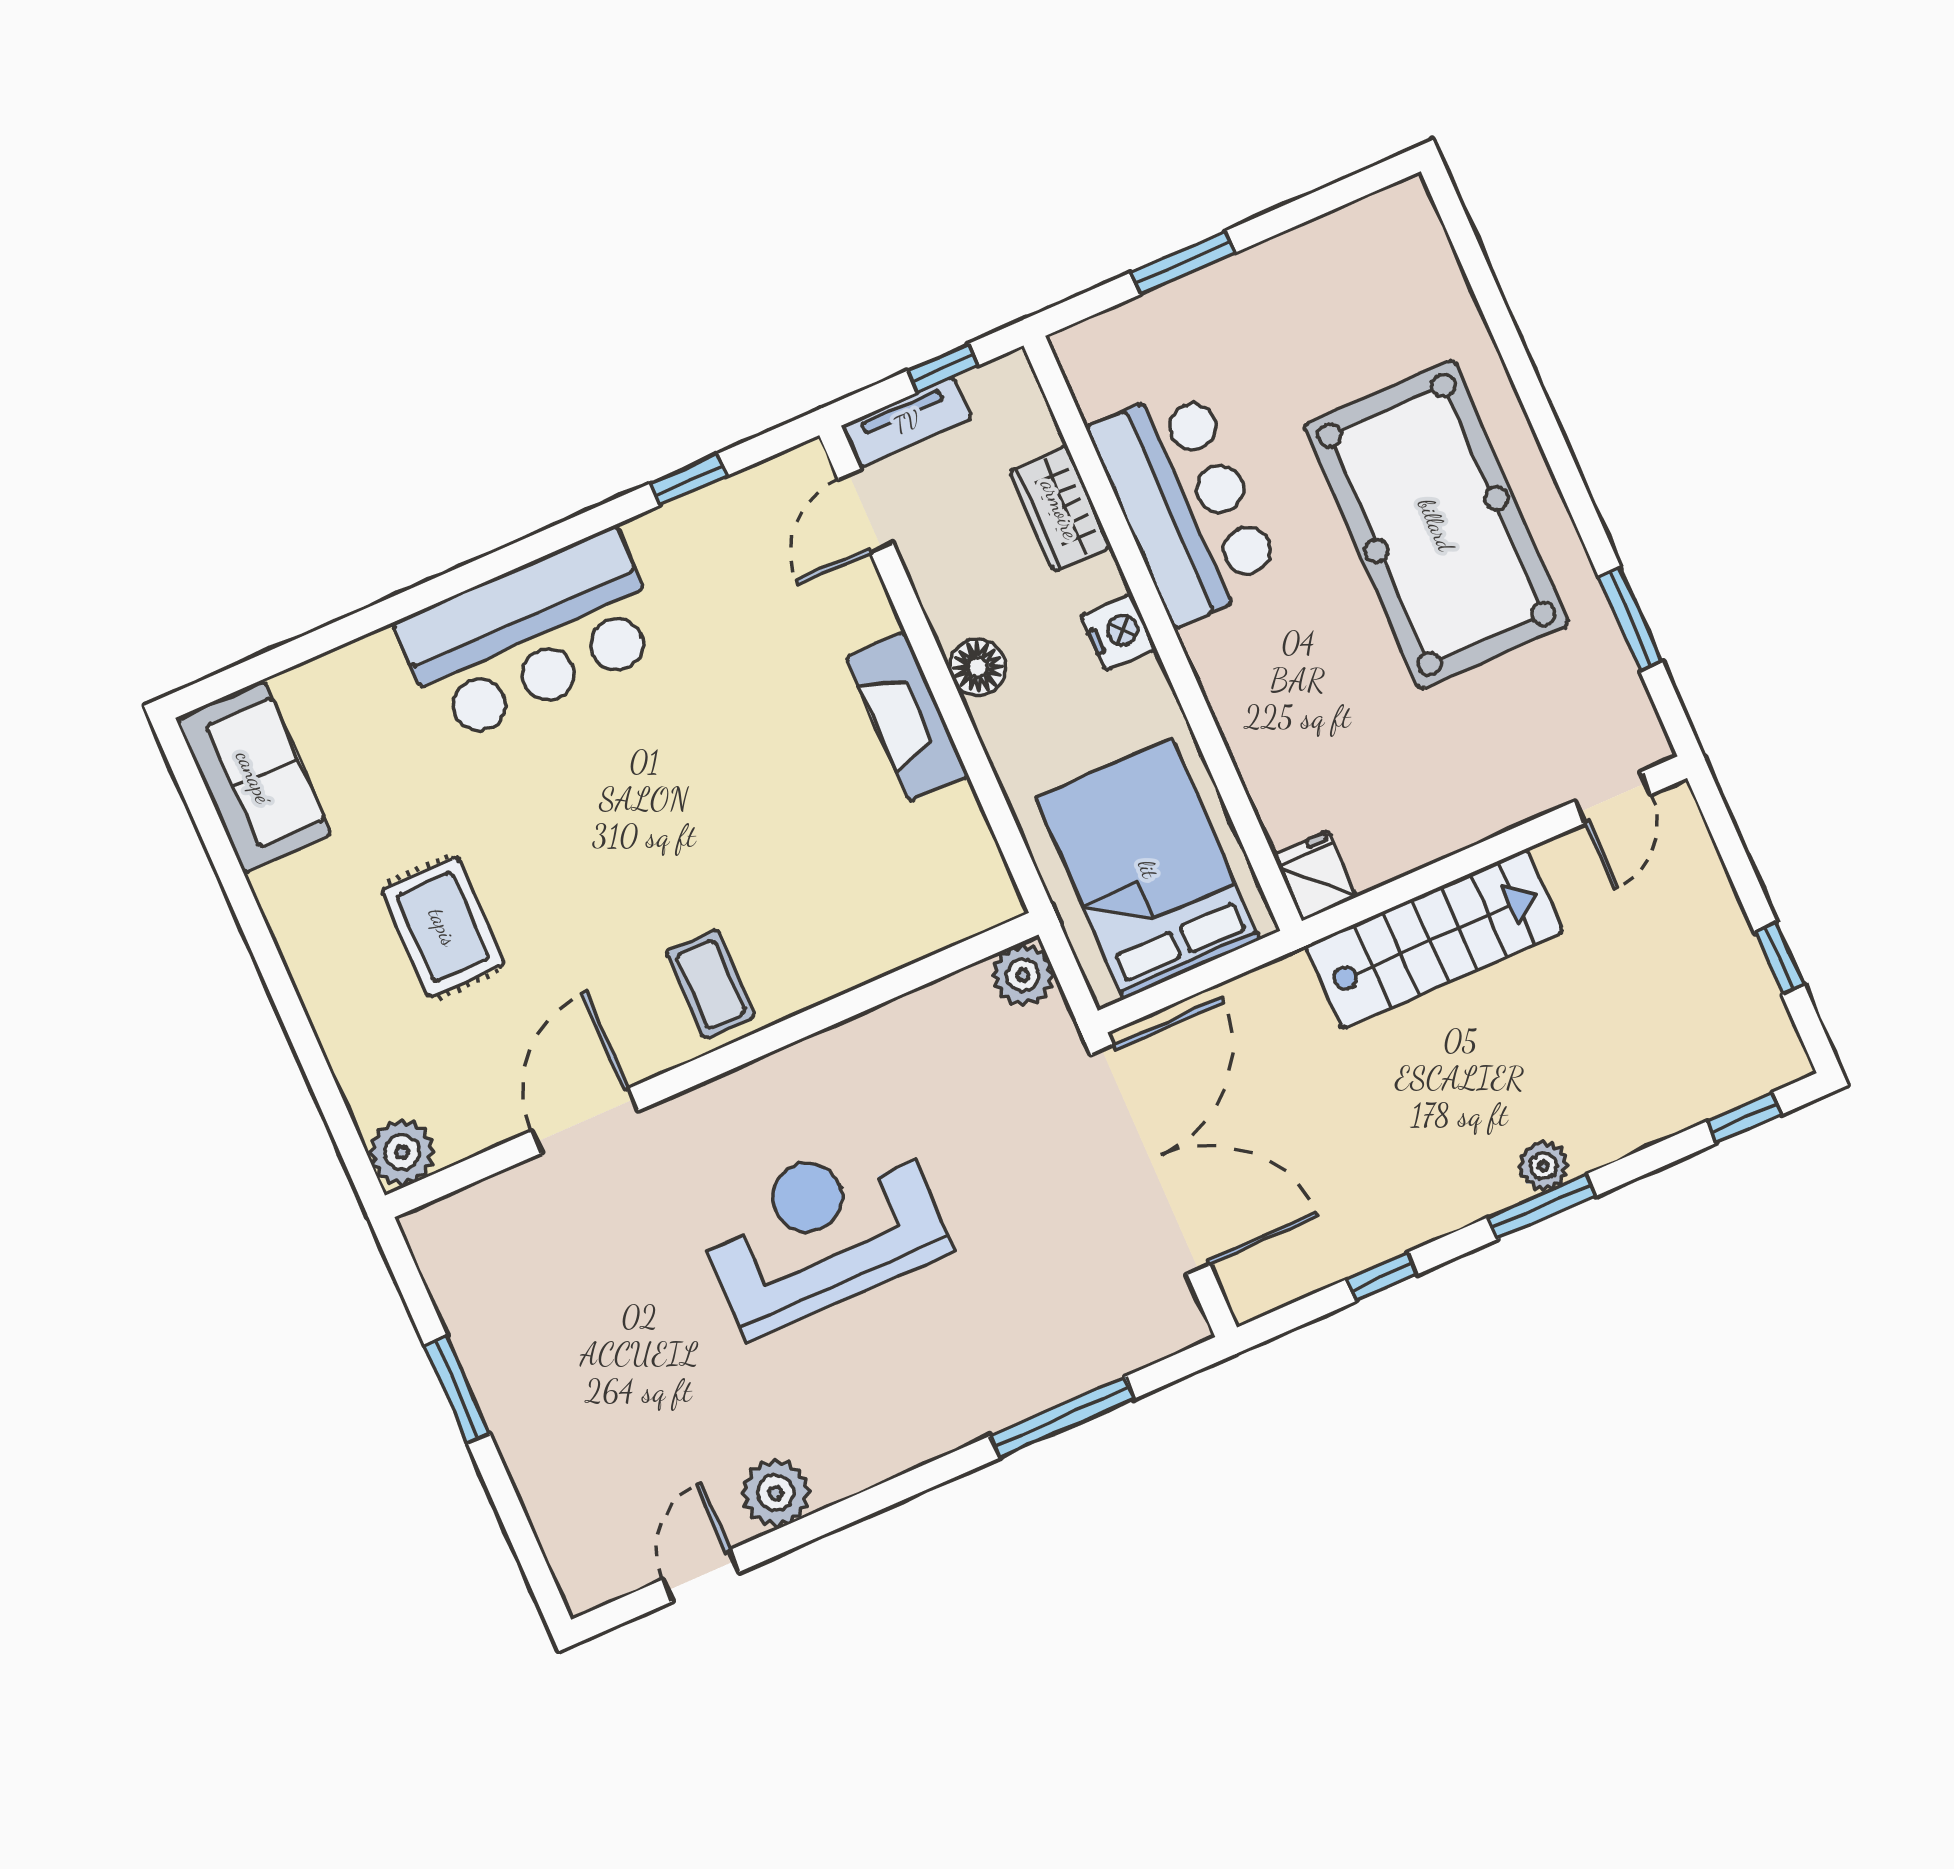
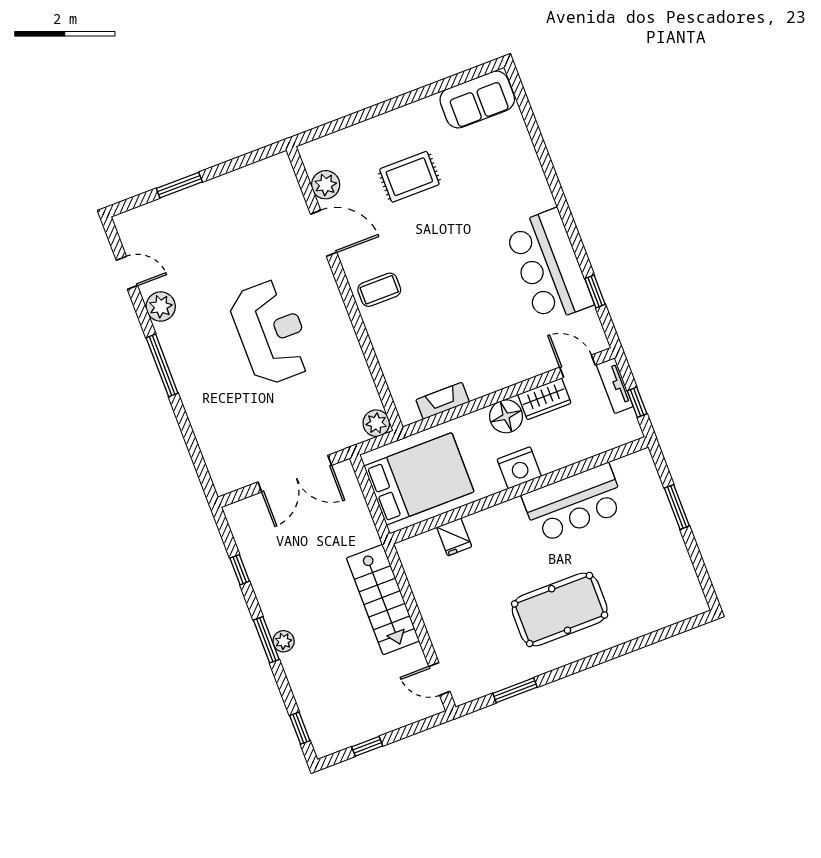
wardrobe: (1060, 509) -> (544, 399), moved, turned 180
pool table: (1436, 525) -> (560, 609), width x0.73, depth x0.76
nightstand: (1118, 632) -> (519, 468), width x1.36, depth x1.33
bar counter: (531, 636) -> (549, 266), moved
floor lamp: (978, 667) -> (506, 416), width x1.38, depth x1.38
fireplace: (907, 716) -> (443, 401), moved, width x0.73, depth x0.76
fridge: (1315, 876) -> (454, 537), moved, turned 90
plant: (402, 1152) -> (326, 185), moved
double door: (1150, 1160) -> (295, 474), width x0.73
window: (457, 1390) -> (179, 185), moved
window: (1062, 1417) -> (162, 365), moved

